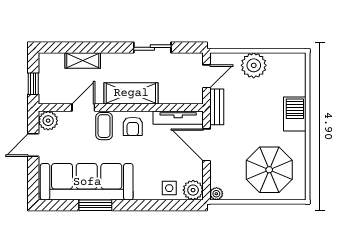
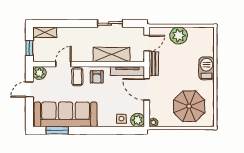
shelving: (83, 61) -> (45, 32), moved
shelving: (131, 93) -> (112, 54), moved
window: (95, 205) -> (57, 130), moved

